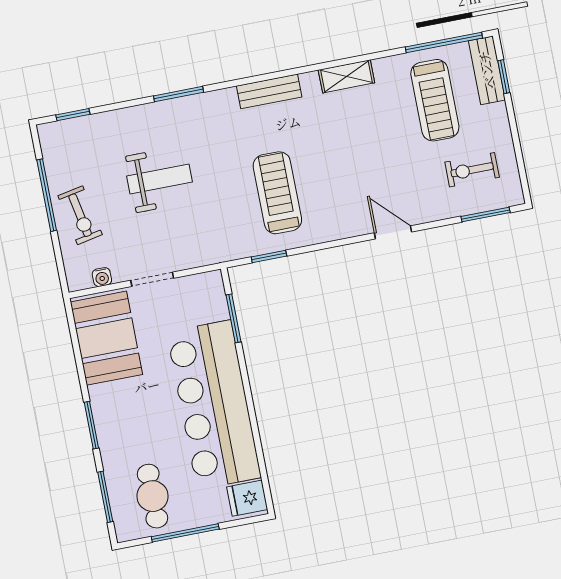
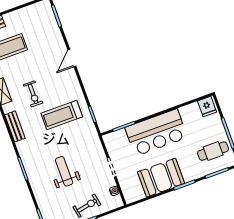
exercise bike: (472, 170) -> (33, 94), moved
booth: (106, 338) -> (161, 178), moved
bar counter: (214, 405) -> (156, 133), width x0.73

